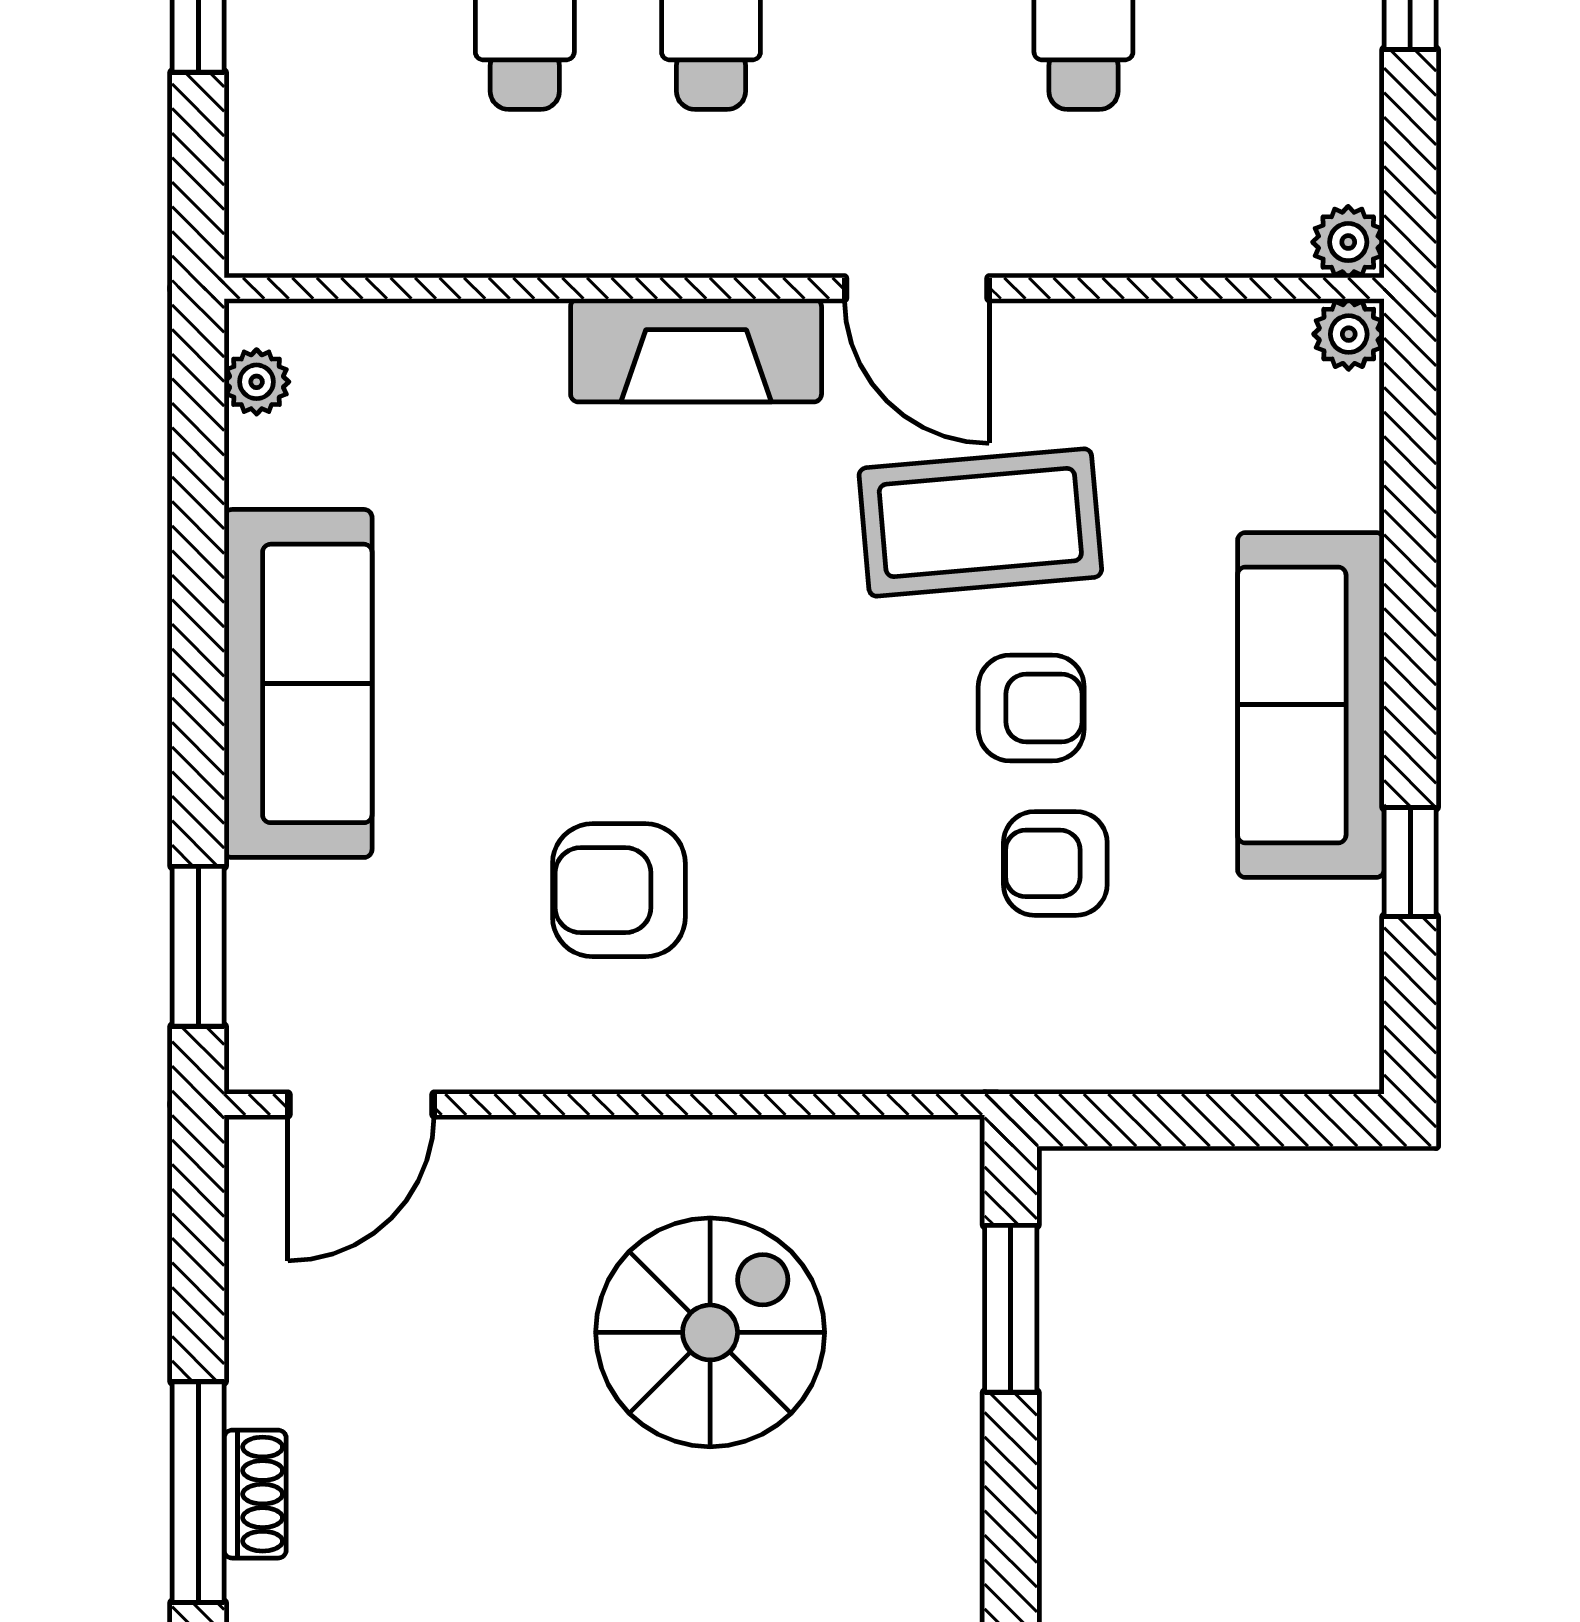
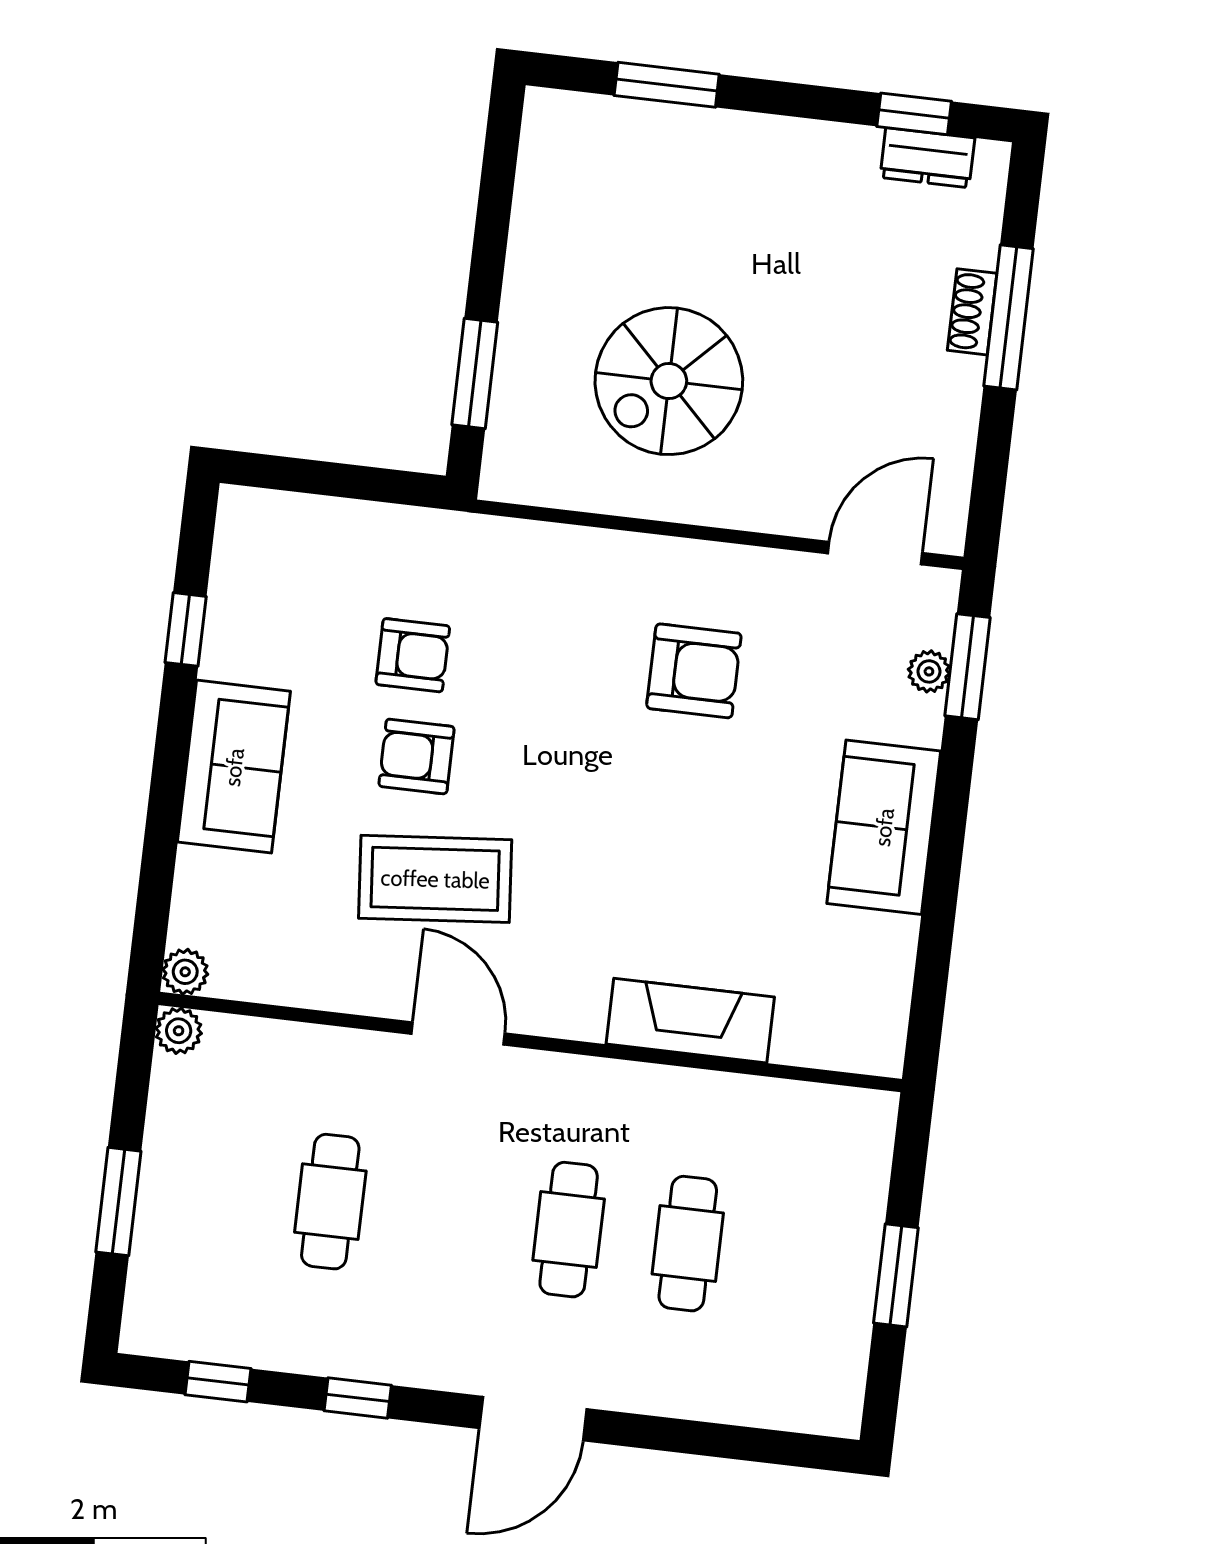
fireplace: (696, 350) -> (690, 1021), moved
plant: (257, 382) -> (929, 671), moved
sofa: (298, 683) -> (884, 827), width x0.73
sofa: (1311, 705) -> (234, 767), width x0.73

